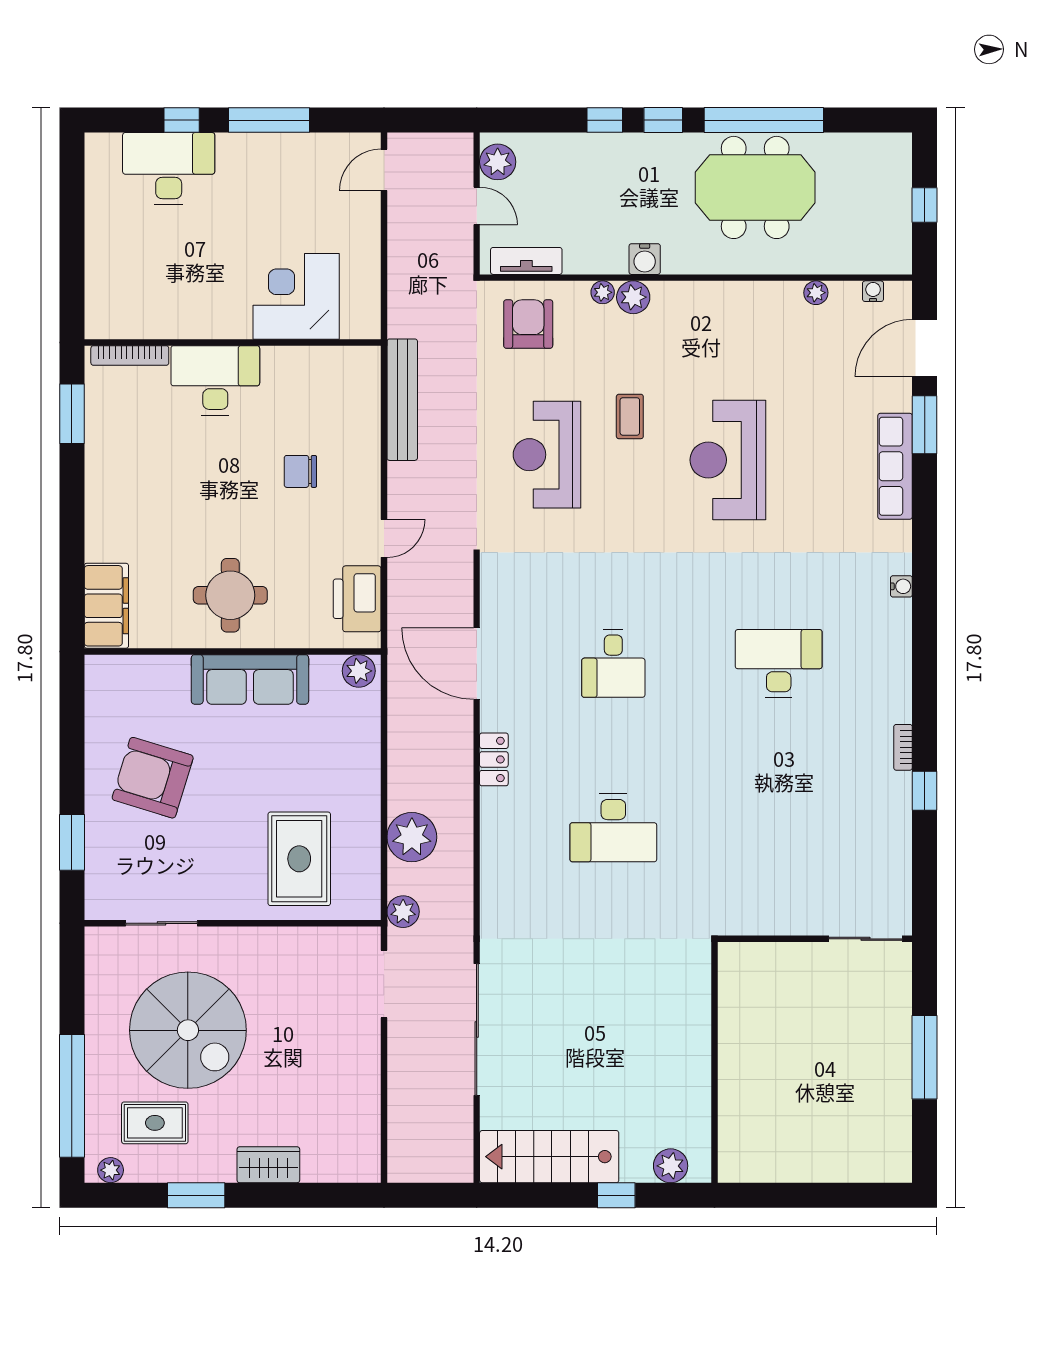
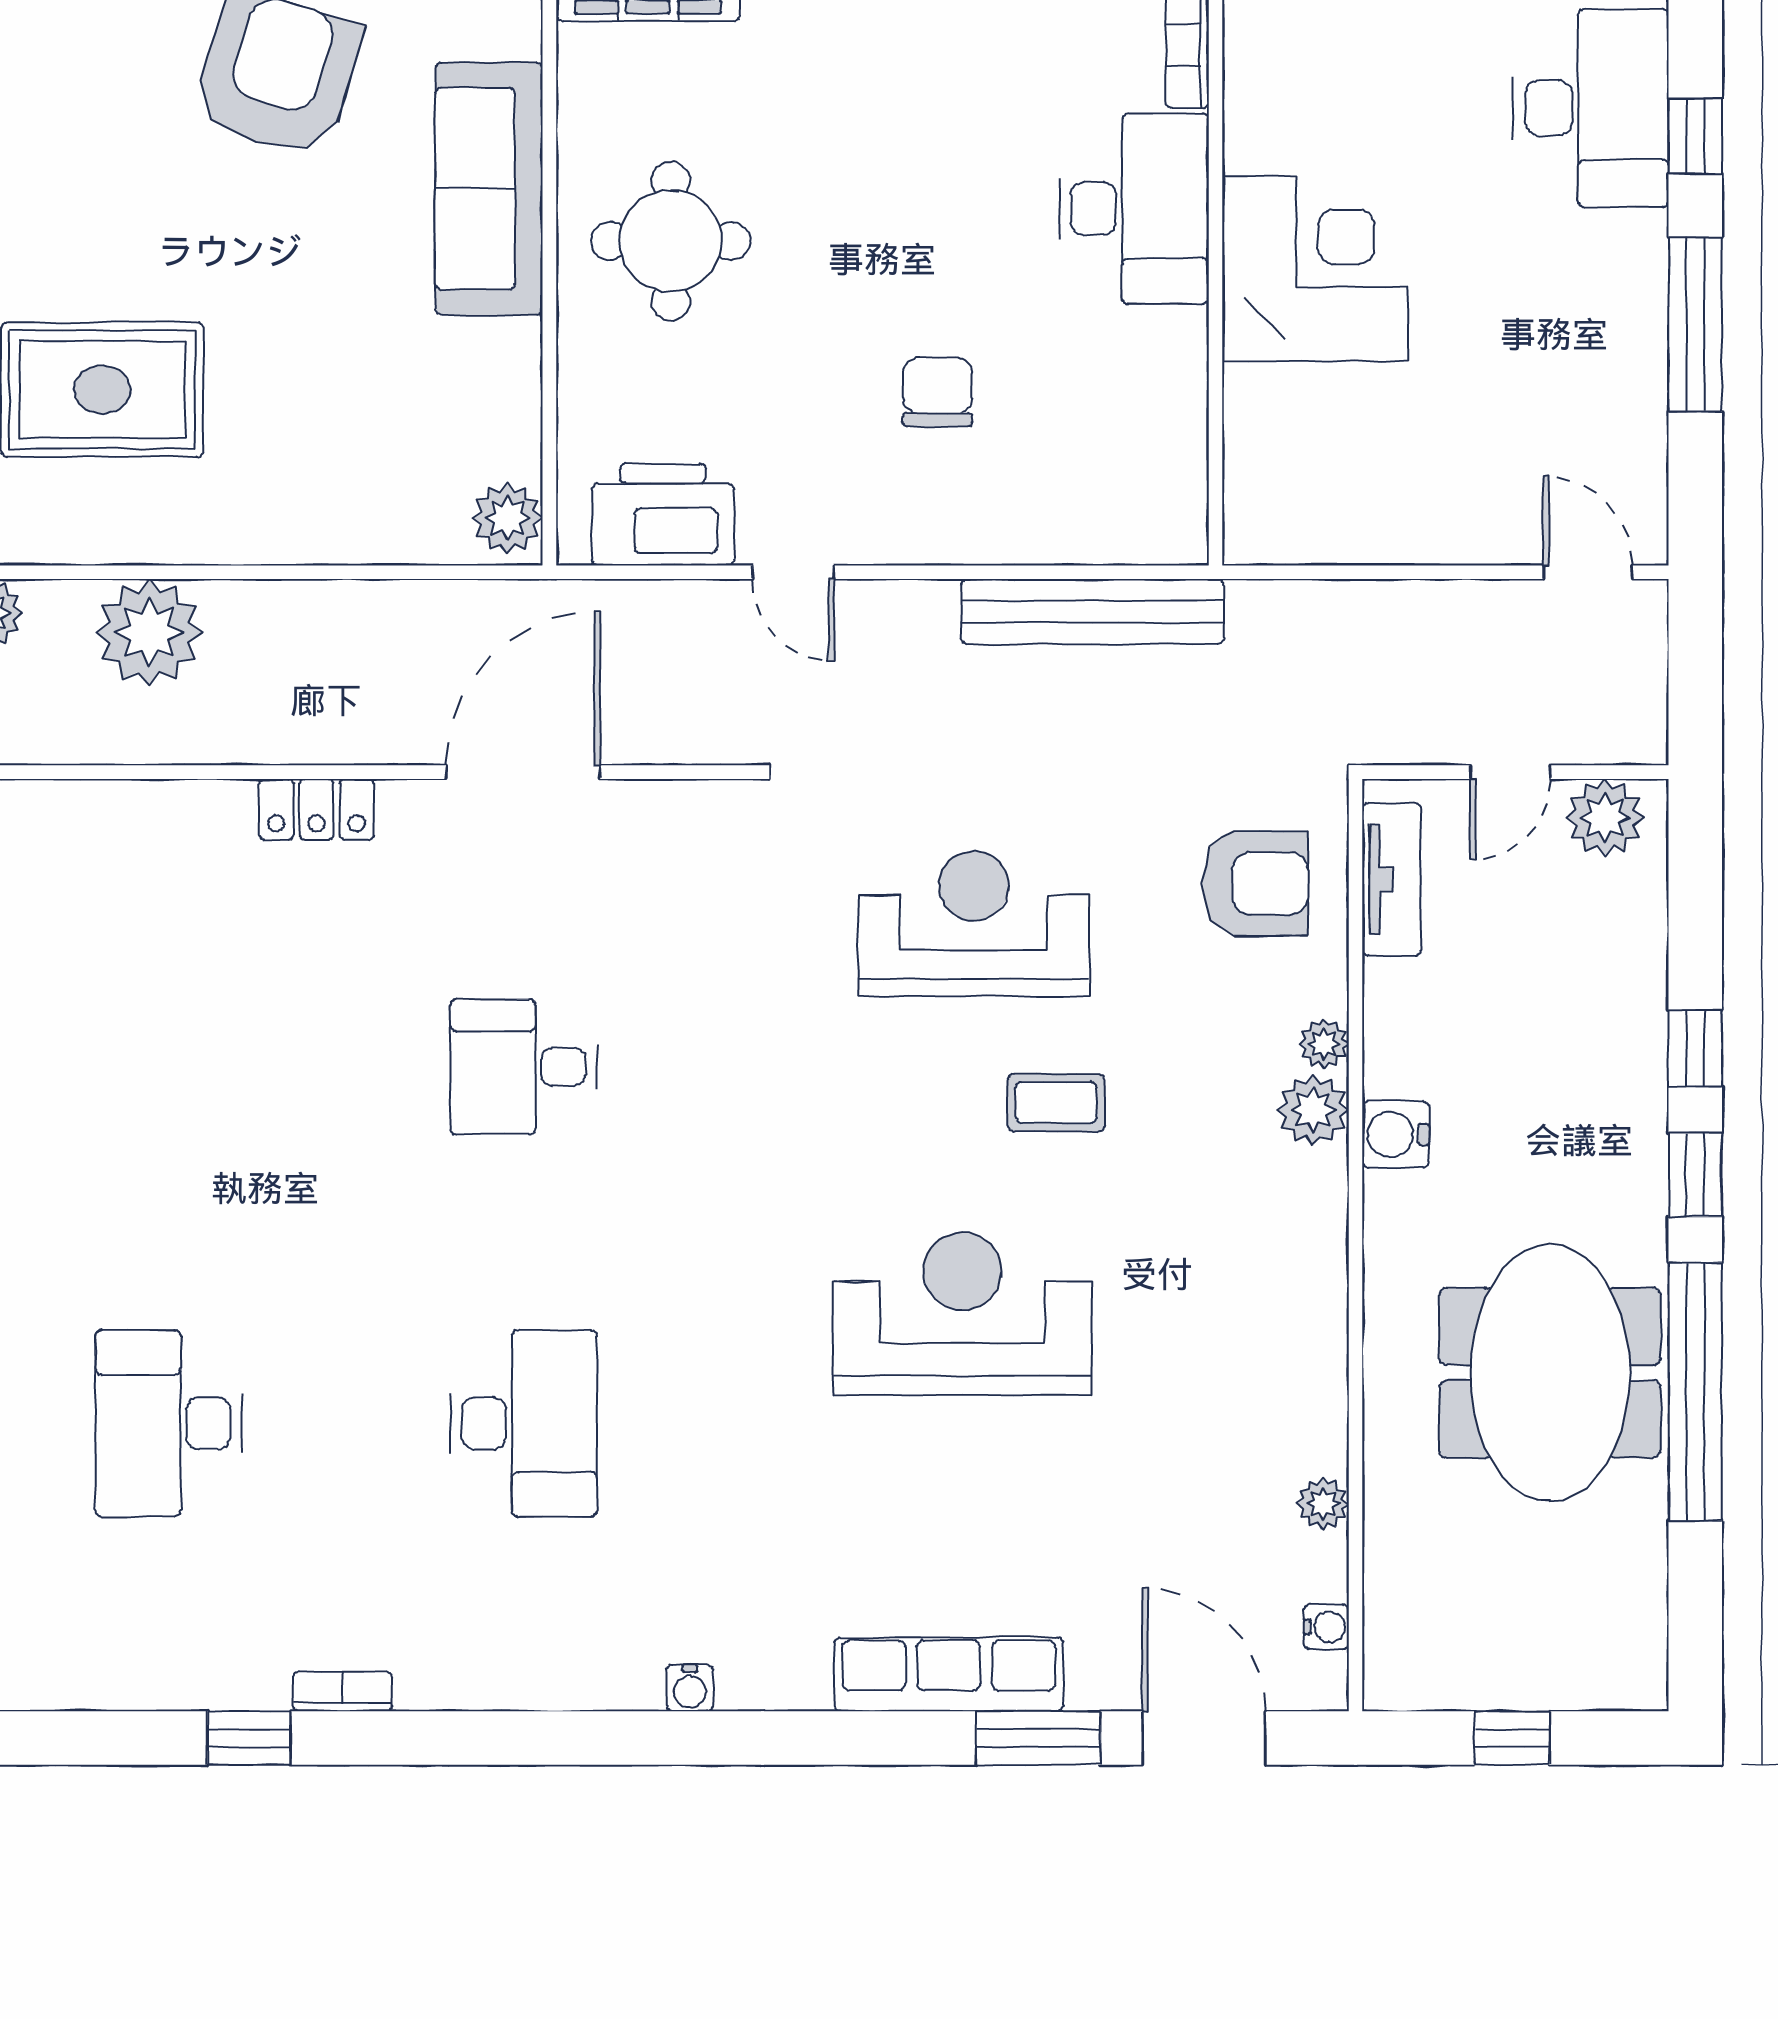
corner desk: (296, 296) -> (1315, 269), moved
sofa: (250, 679) -> (489, 189), moved
desk: (613, 828) -> (169, 1423), moved

